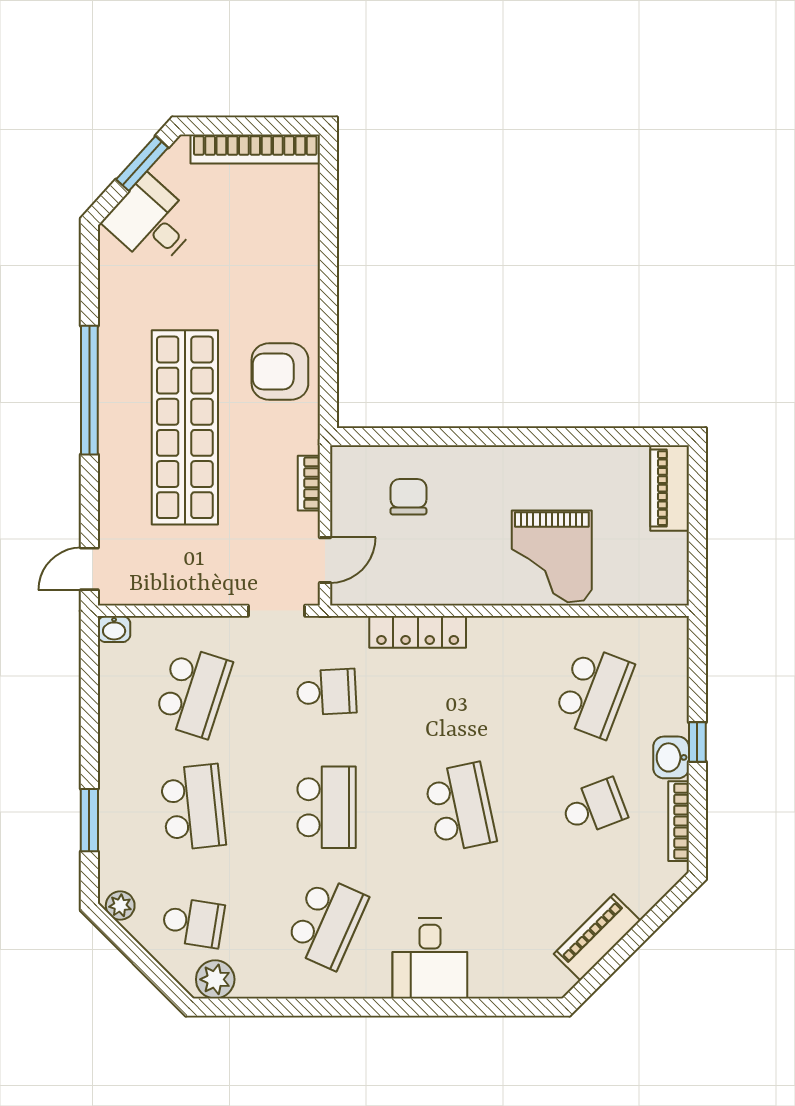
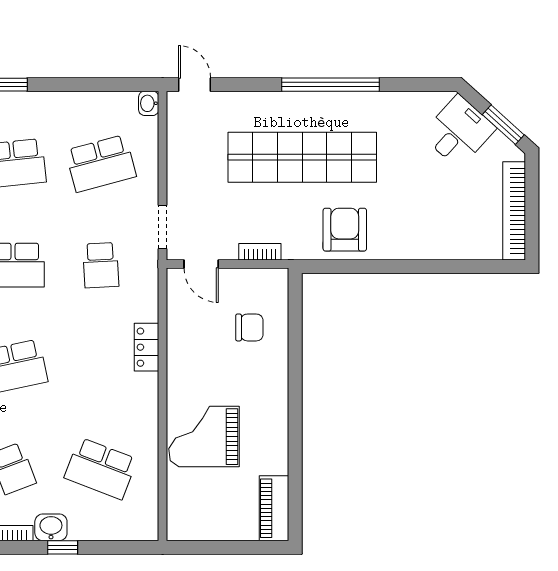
piano: (670, 488) -> (274, 508), moved, turned -90
locker: (418, 632) -> (146, 347), width x0.66
school desk: (193, 692) -> (101, 163), turned -33

